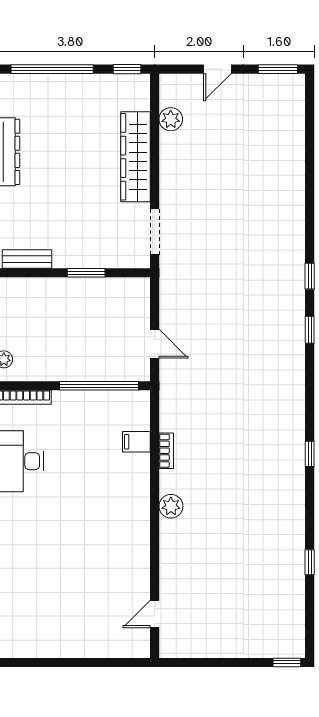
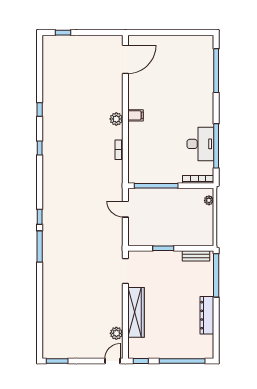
door: (217, 69) -> (113, 361), moved
window: (310, 276) -> (40, 246), width x2.17
filing cabinet: (136, 442) -> (135, 115), moved
window: (310, 562) -> (40, 110), moved
door: (155, 614) -> (125, 59), width x1.87
window: (287, 662) -> (63, 33), moved

